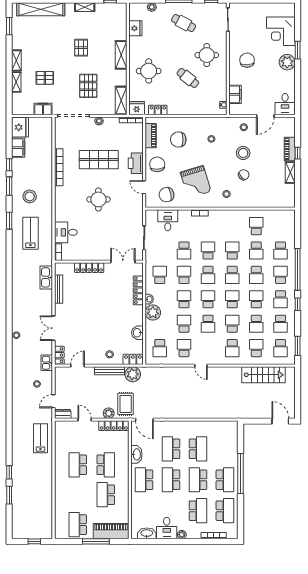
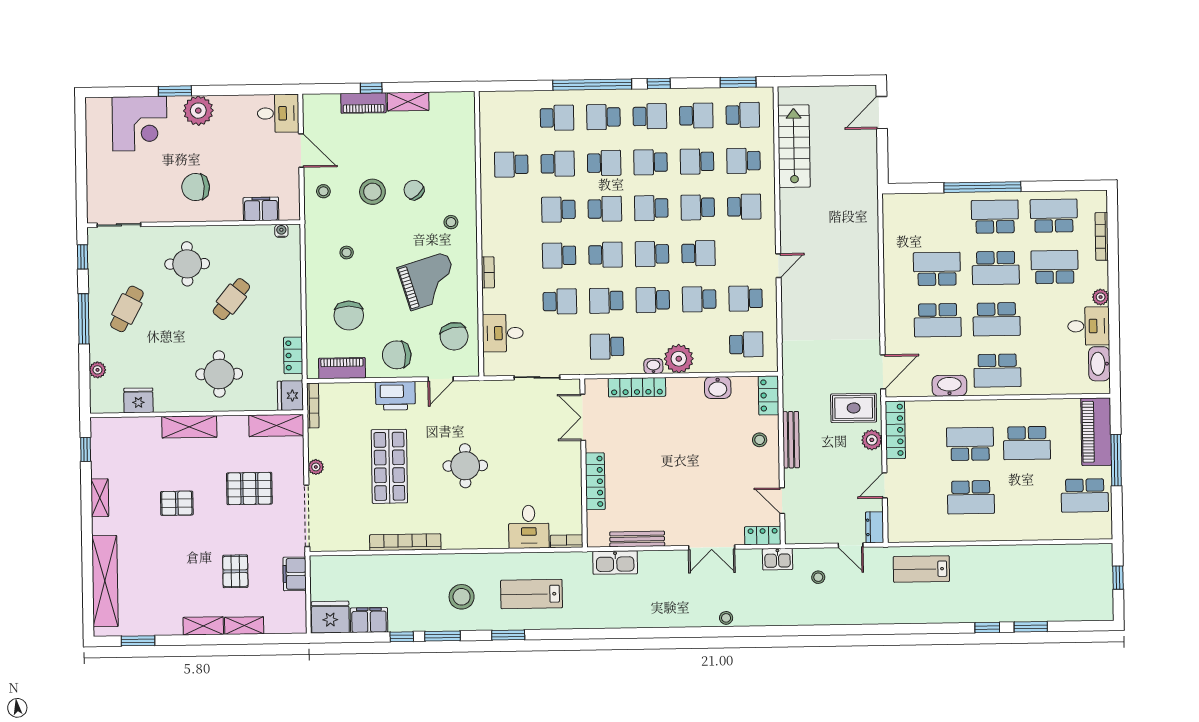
school desk: (256, 324) -> (697, 162), turned 180
plant: (133, 374) -> (797, 395), removed

